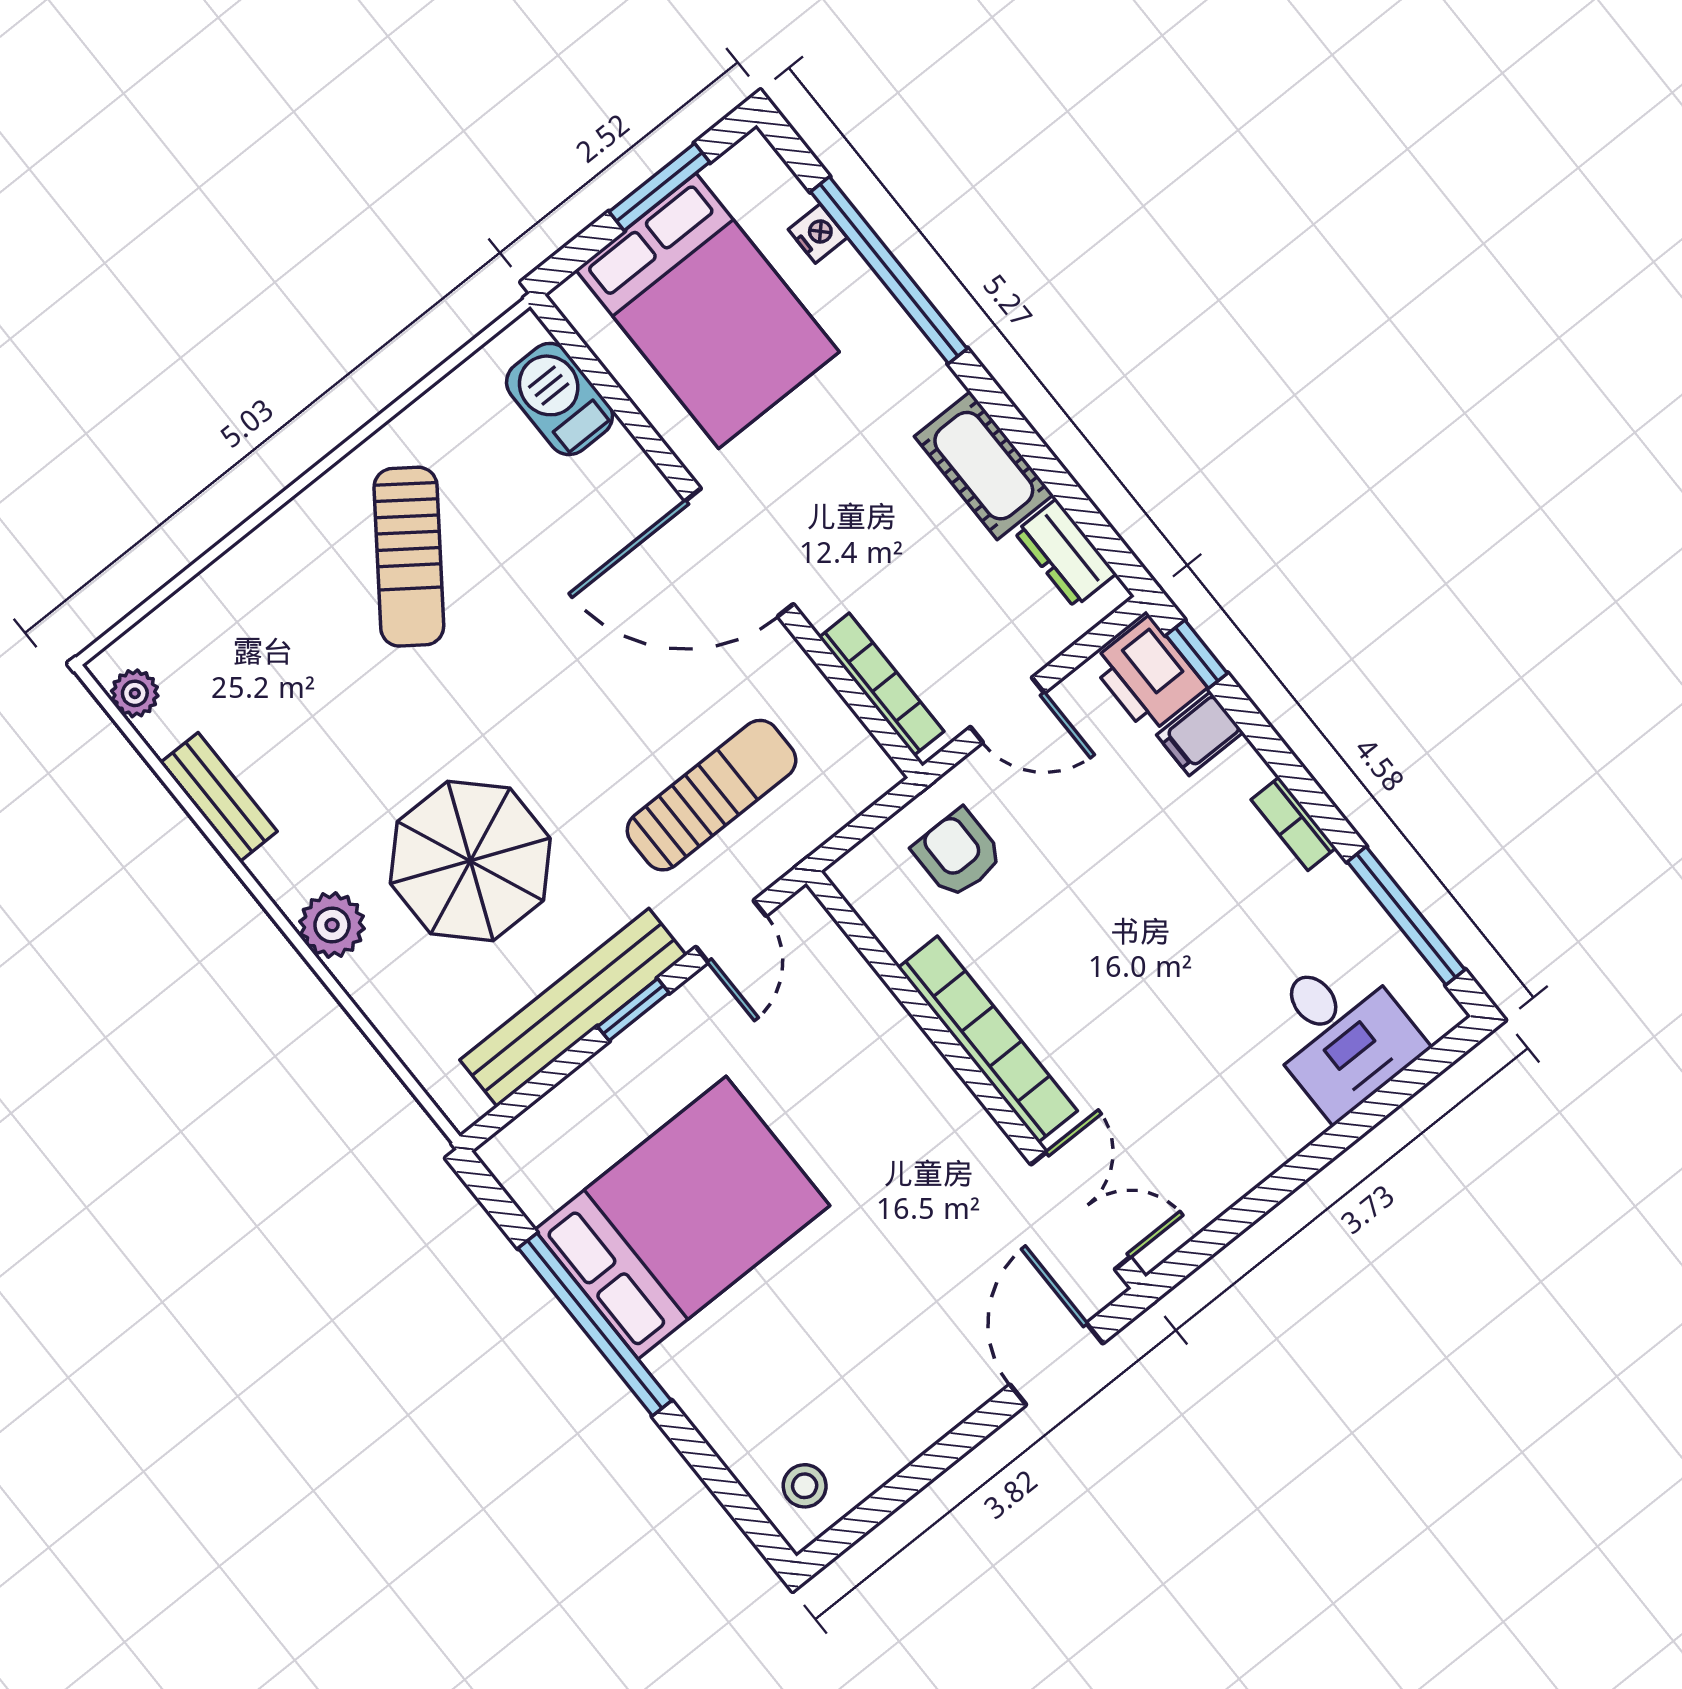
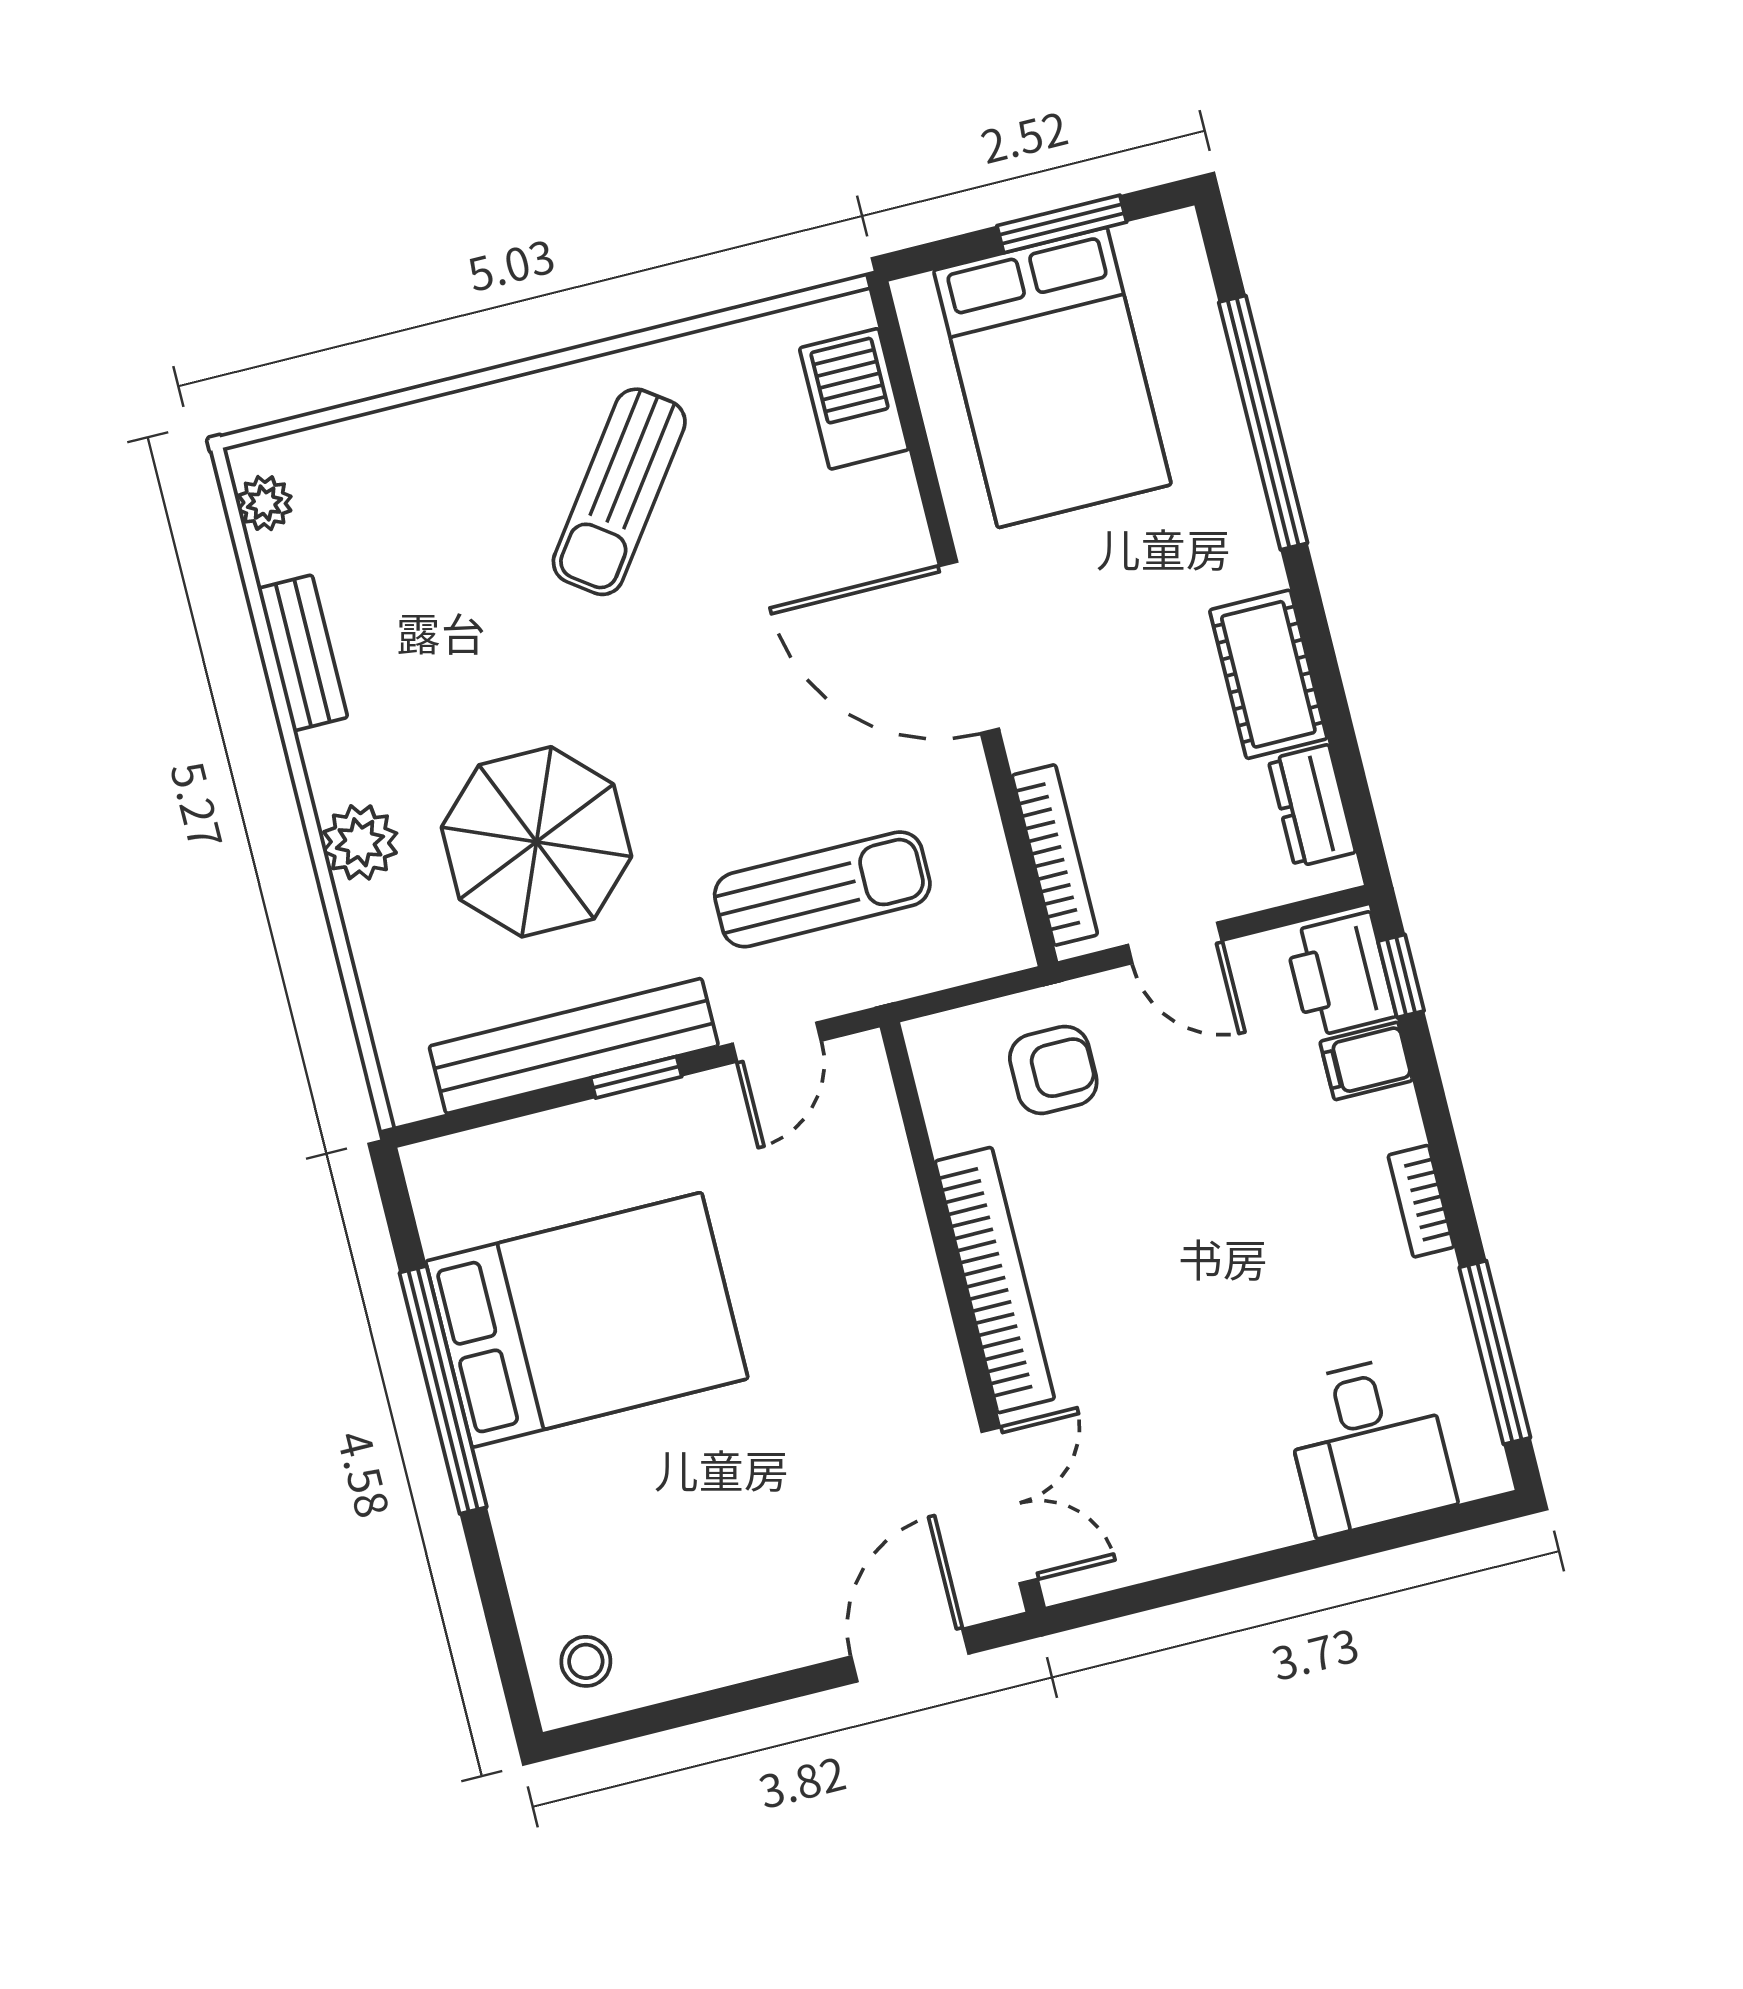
nightstand: (818, 234) -> (1206, 350), removed
armchair: (958, 853) -> (1053, 1070), turned 90

